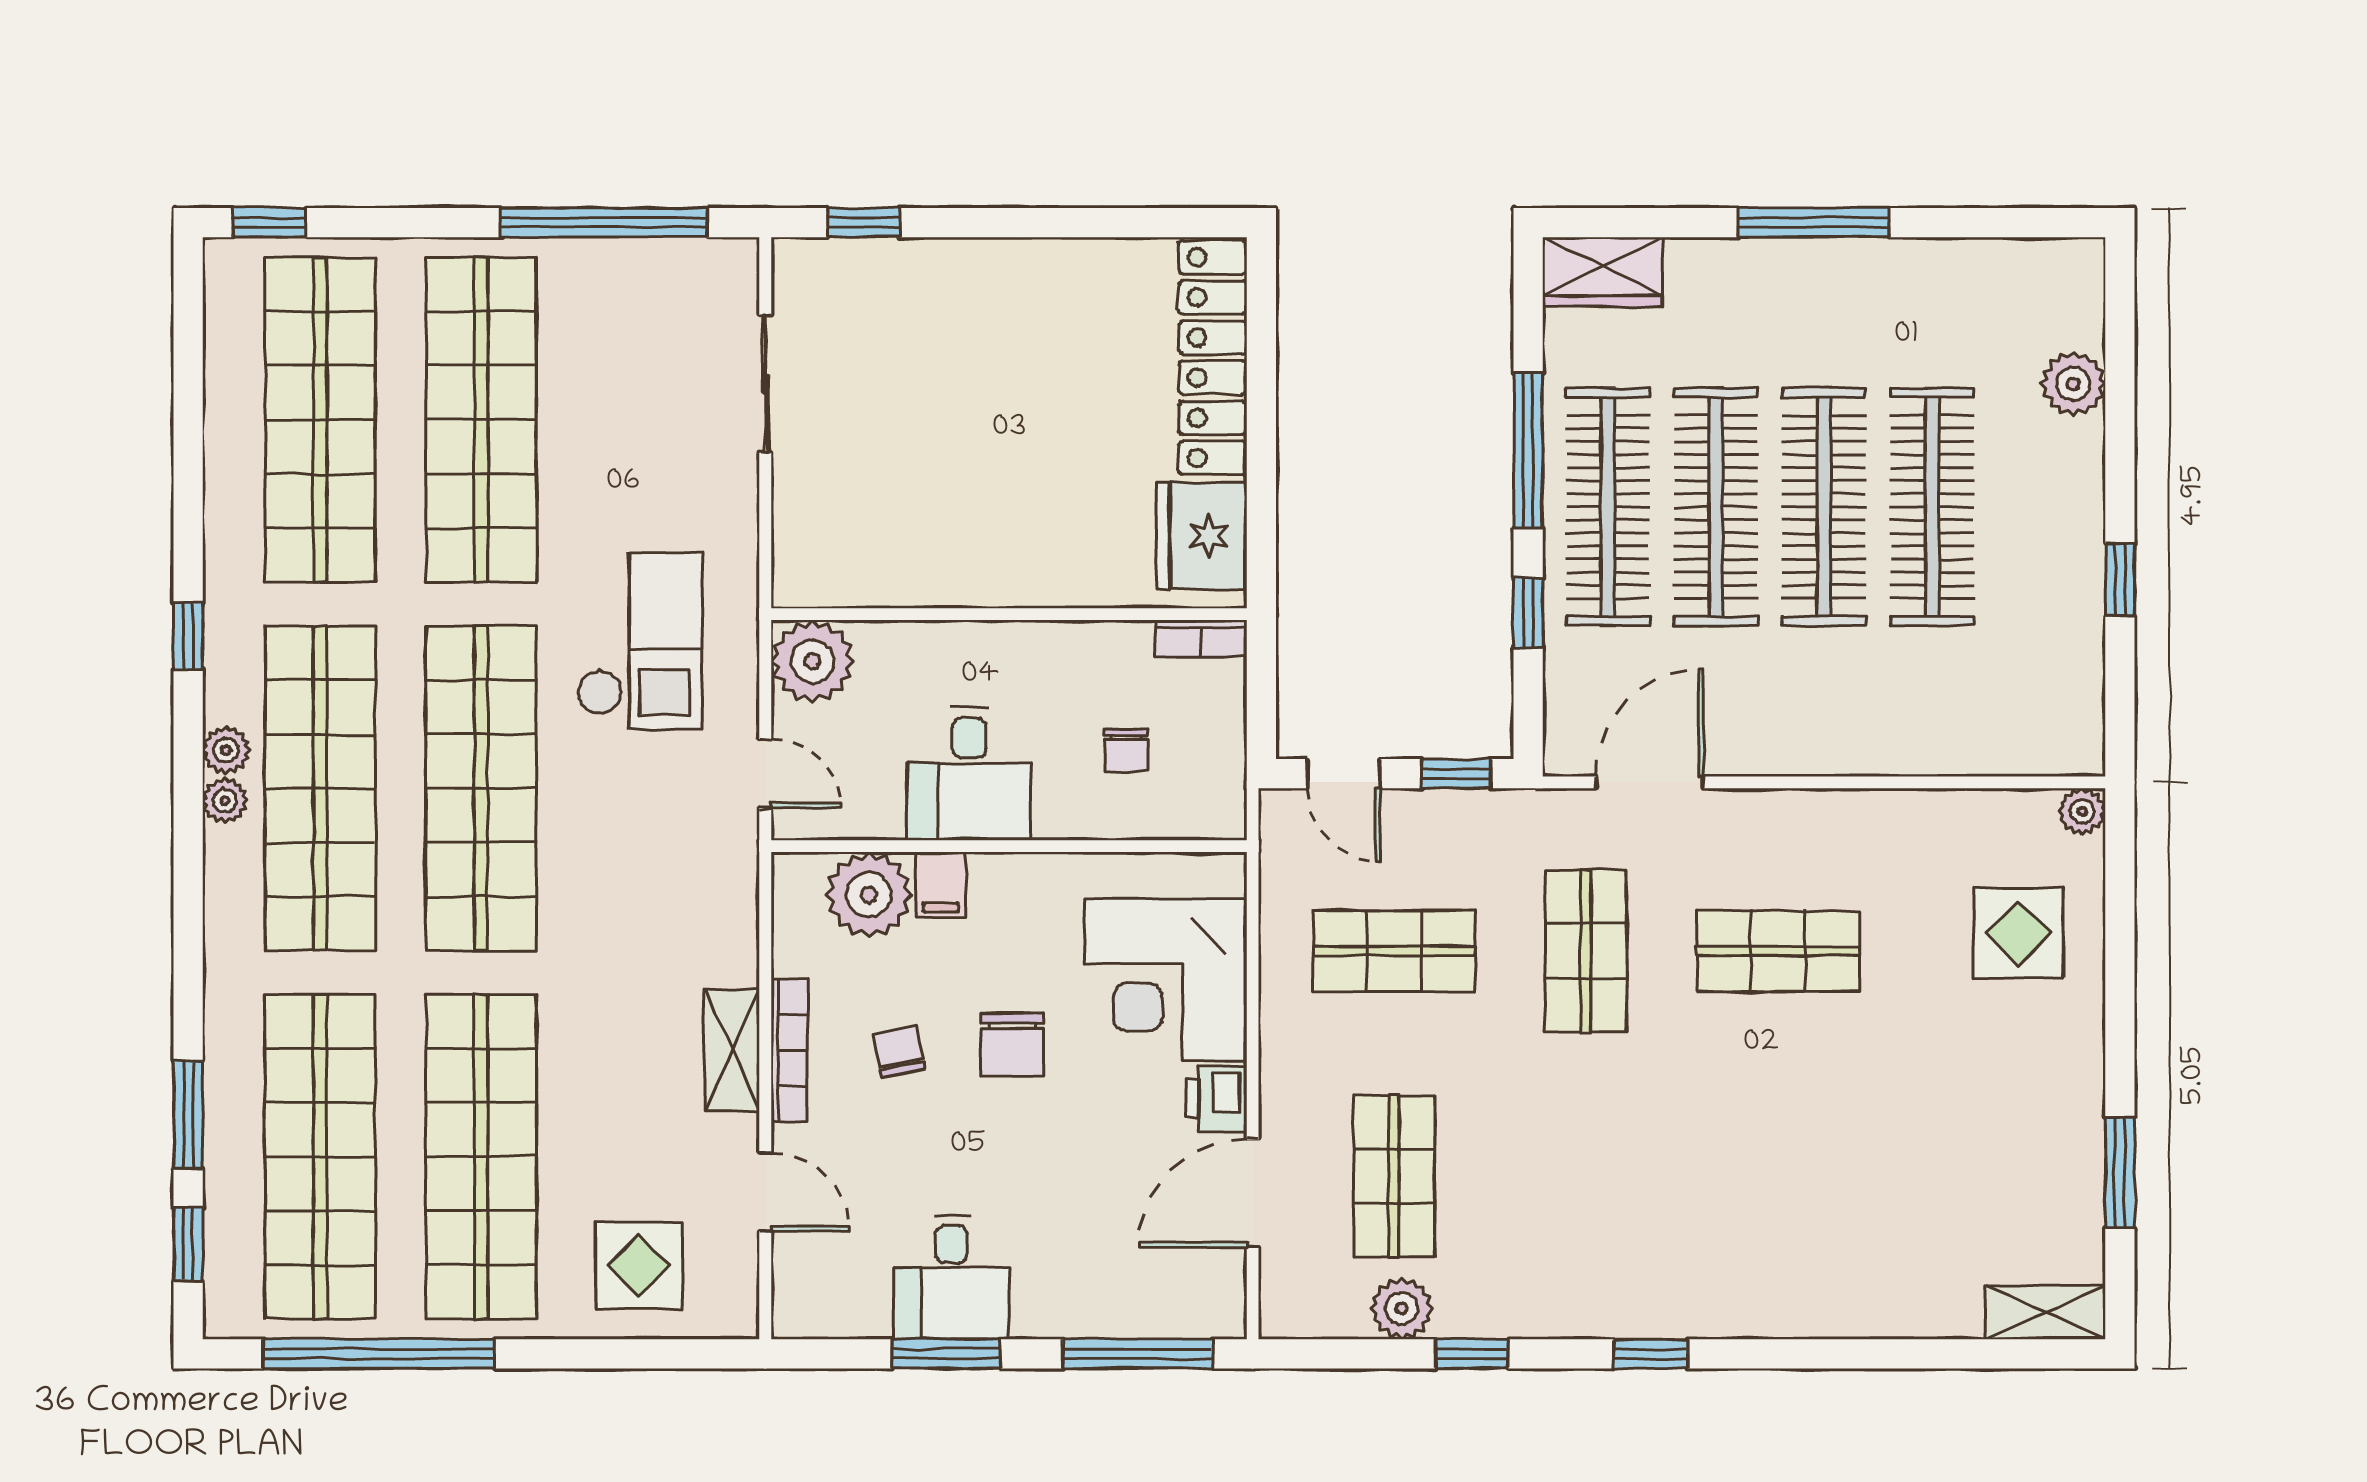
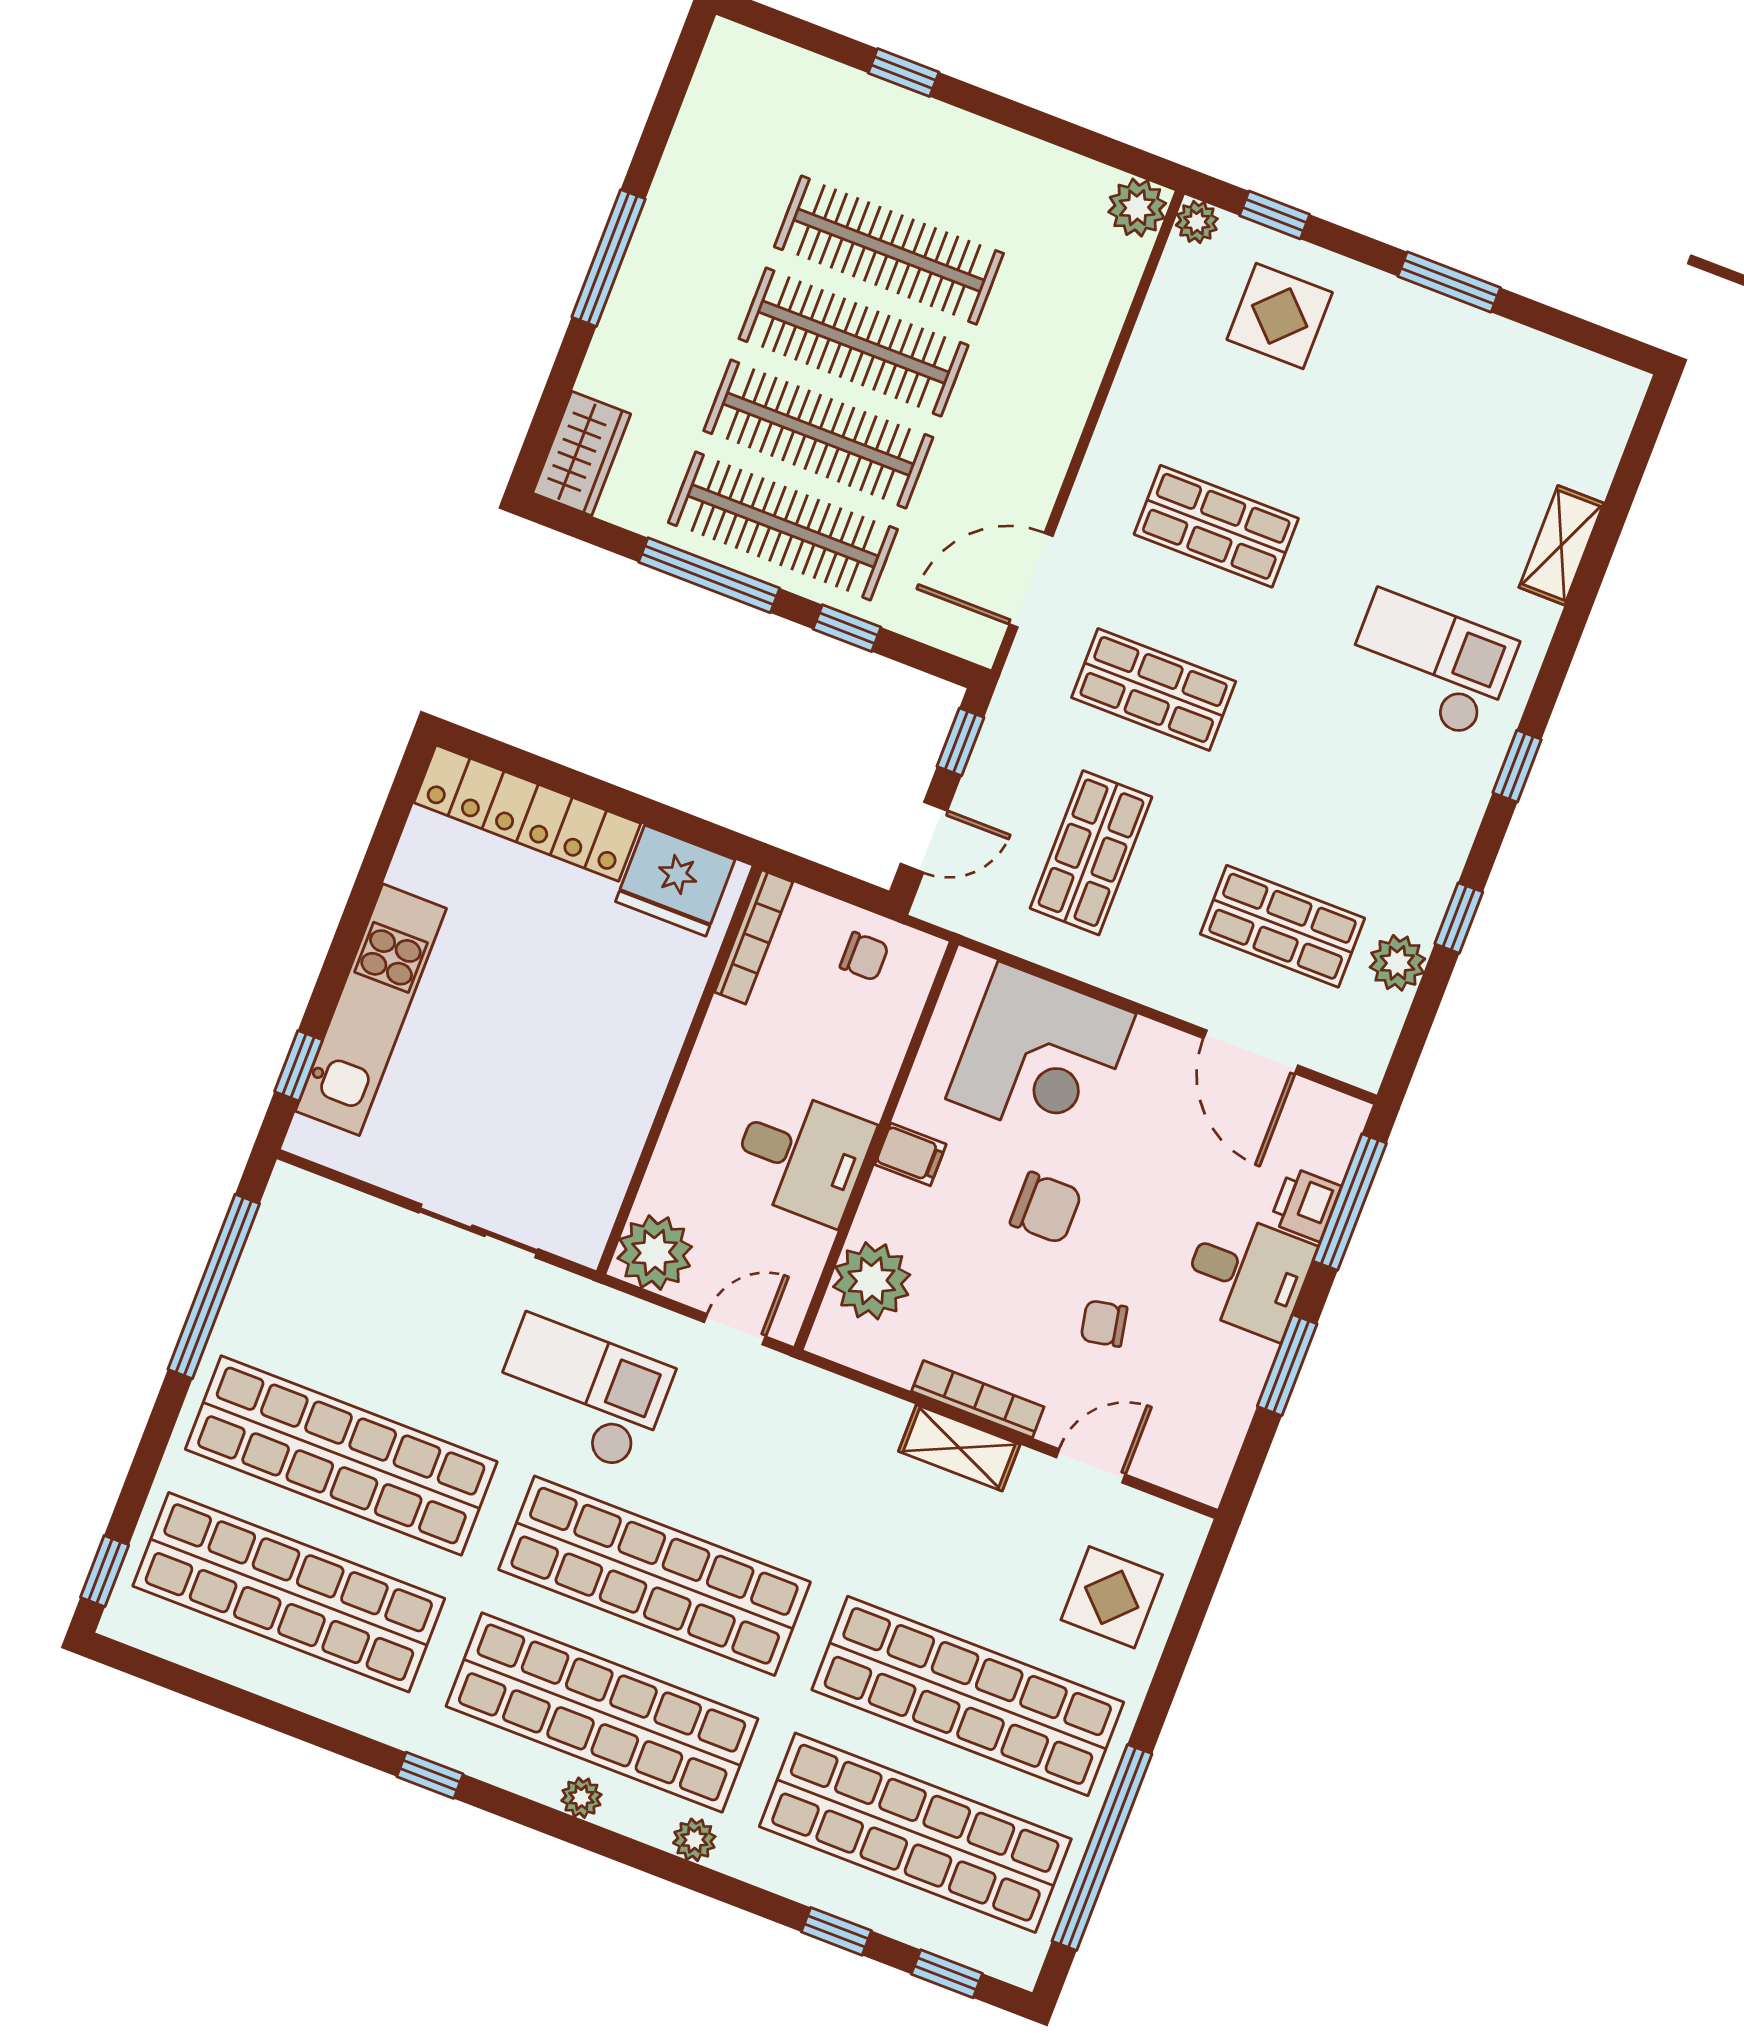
kitchen unit: (950, 275) -> (371, 1010), added
sliding door: (765, 384) -> (478, 1231), moved
plant: (2073, 384) -> (1137, 208), moved
window: (2120, 580) -> (904, 73), moved
bookcase: (1201, 638) -> (754, 937), width x1.56
plant: (226, 750) -> (694, 1840), moved
chair: (1126, 750) -> (864, 956), moved
door: (1650, 782) -> (1031, 580), hinge flipped
filing cabinet: (941, 885) -> (910, 1154), moved
window: (2120, 888) -> (1275, 215), added
shop shelf: (1778, 951) -> (1216, 526), turned 90
chair: (899, 1051) -> (1104, 1323), moved
printer: (1217, 1099) -> (1305, 1204), moved, turned 90
window: (188, 1115) -> (836, 1931), width x0.67
window: (2120, 1173) -> (1449, 282), moved
checkout: (1721, 1224) -> (1430, 664), added
desk: (951, 1278) -> (1247, 1275), moved
shelving: (2045, 1312) -> (1561, 545), moved

